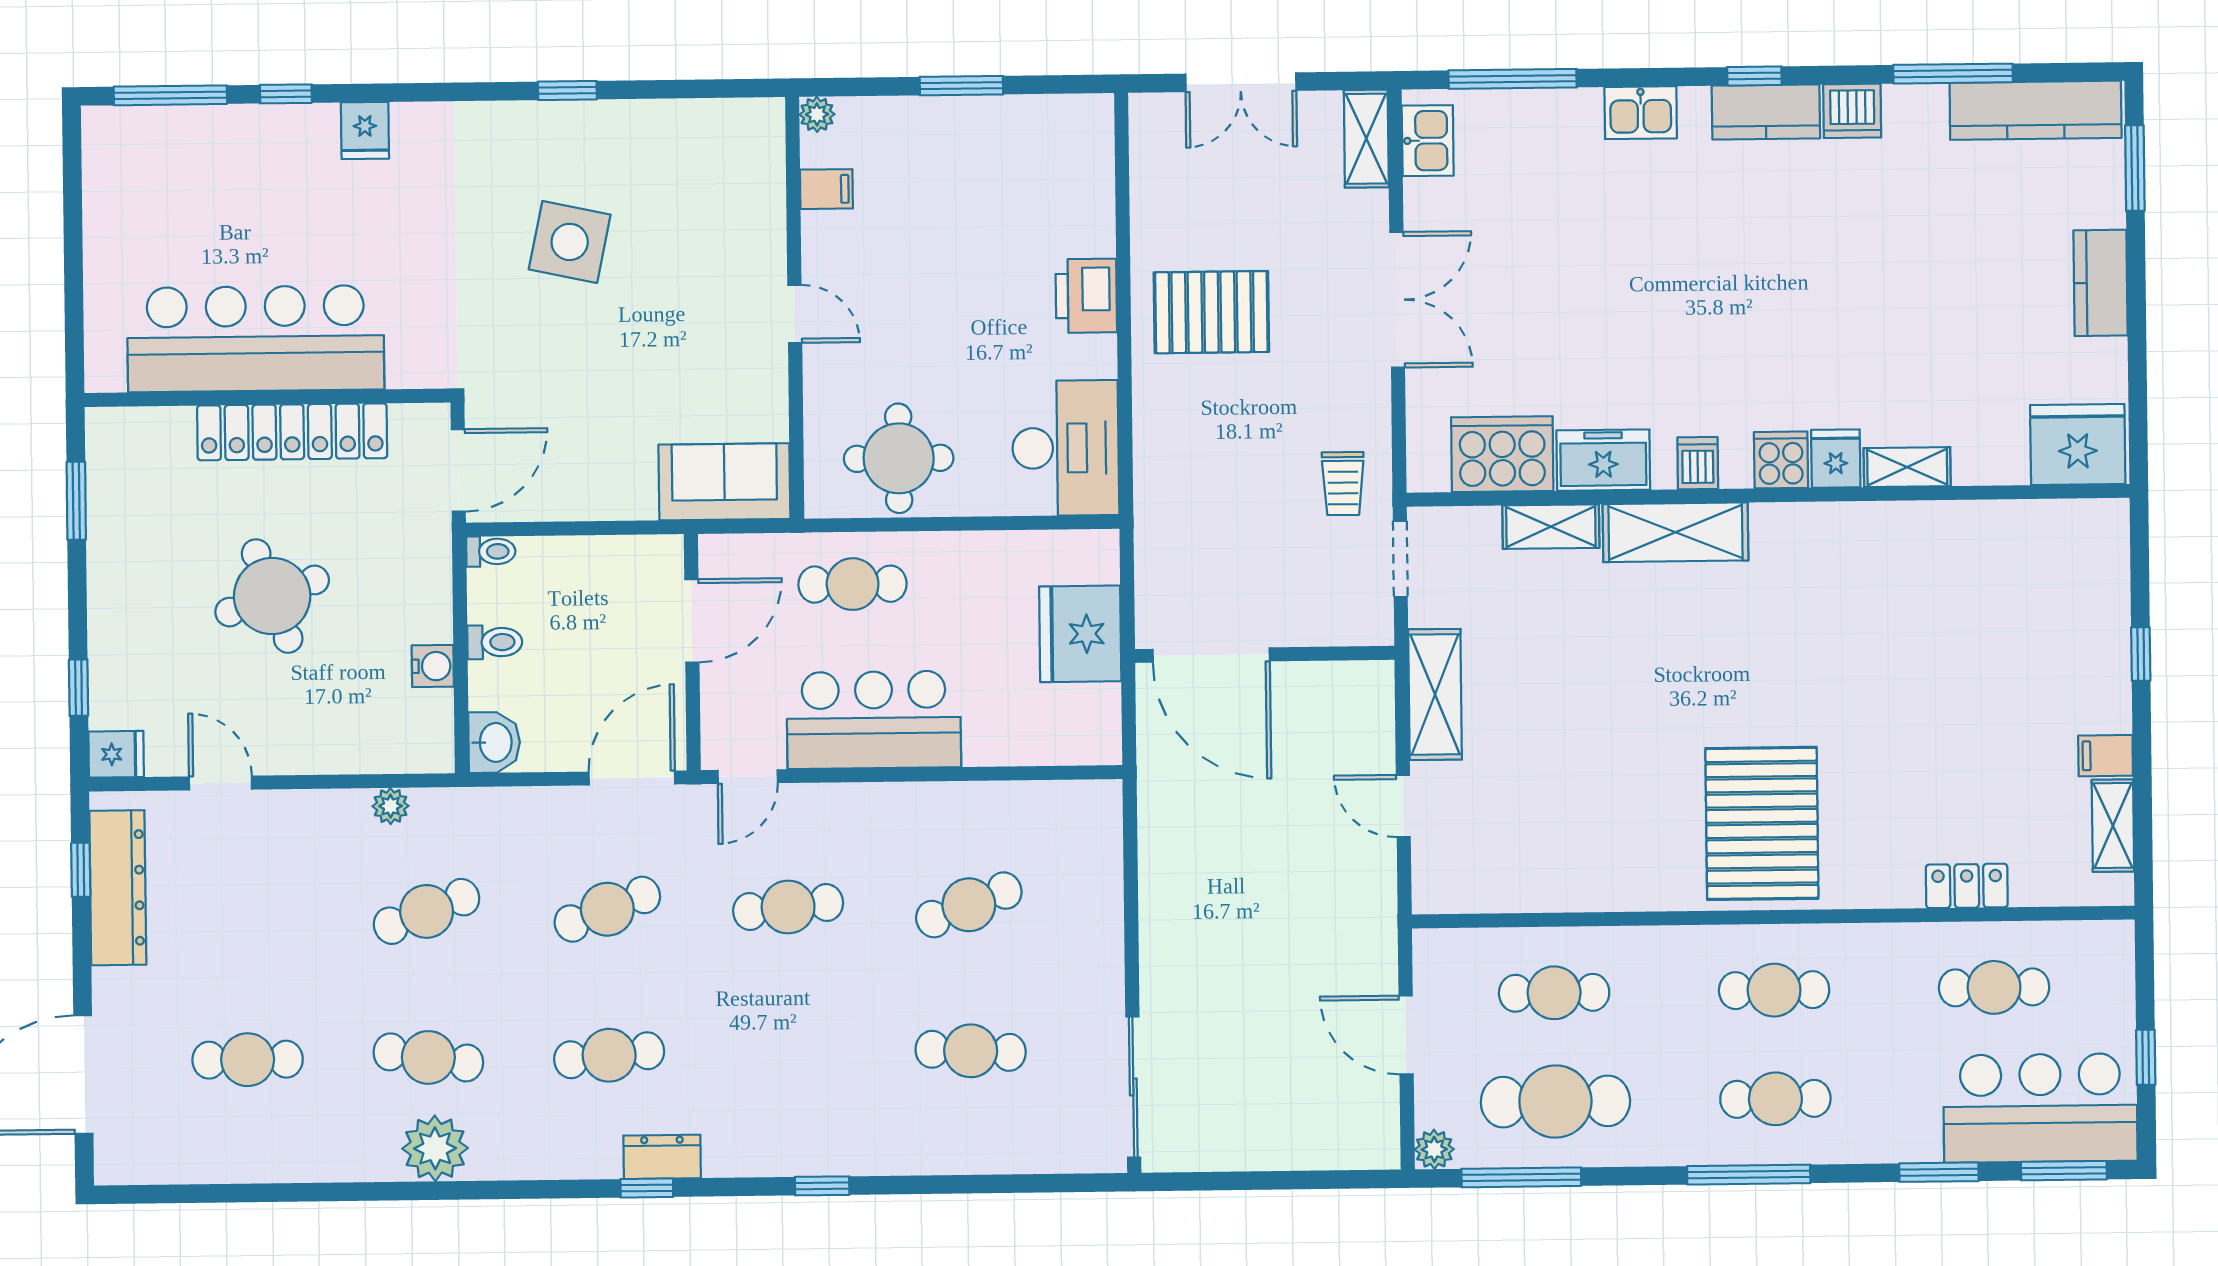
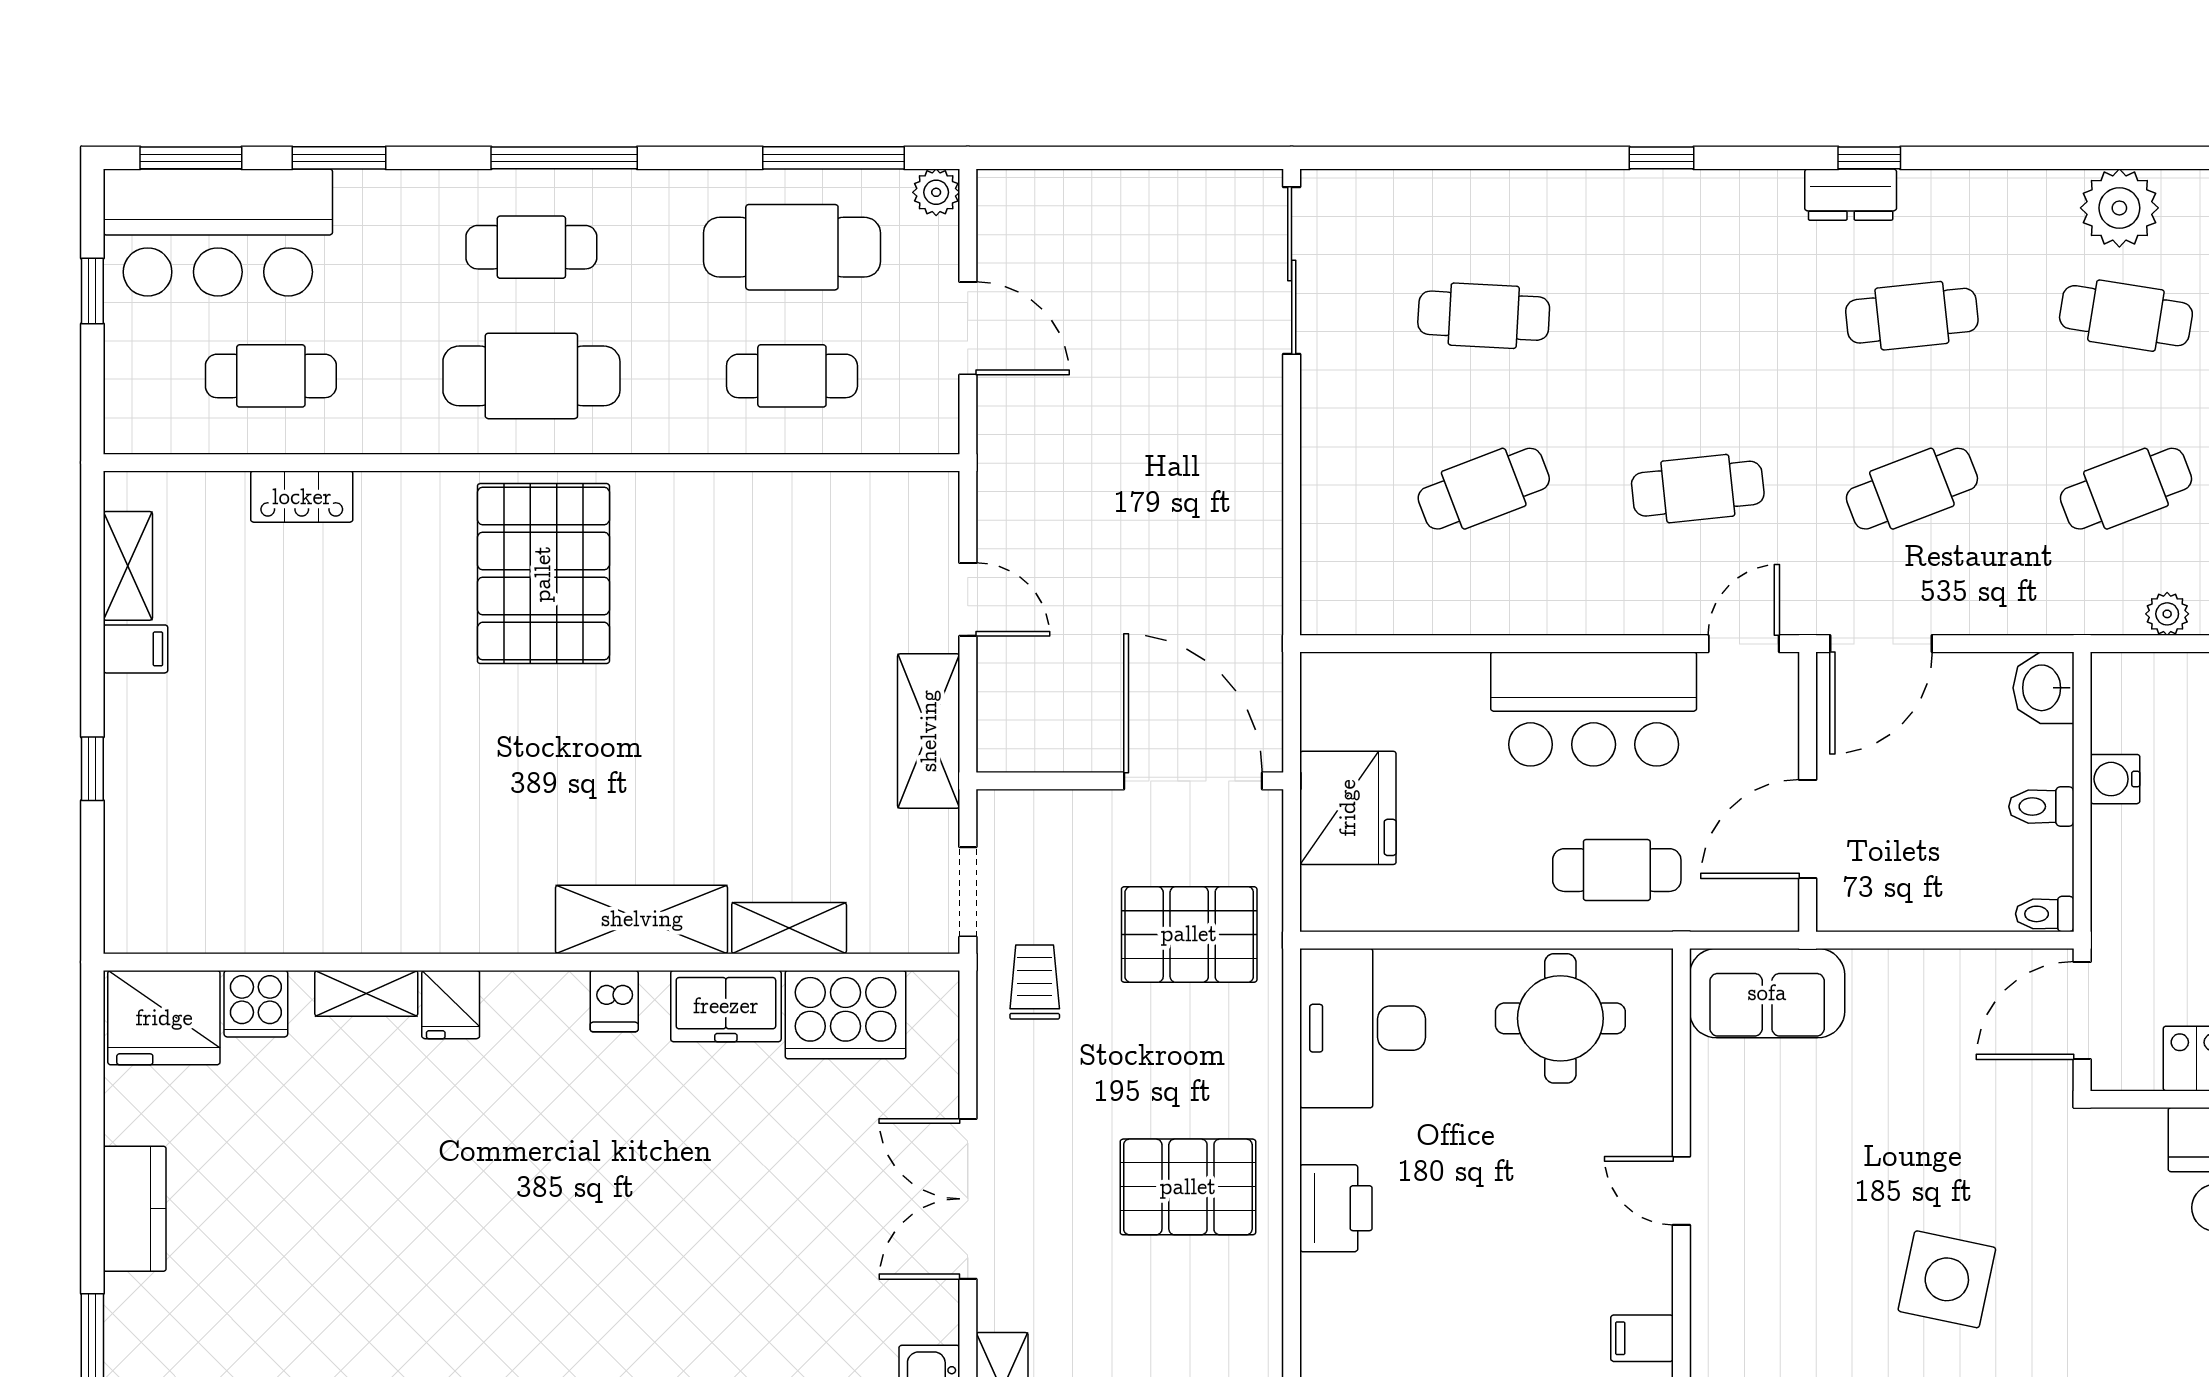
cooker: (1781, 460) -> (256, 1004), moved
pallet: (1213, 525) -> (1189, 934), added
cafe table: (1774, 990) -> (531, 376), width x1.37, depth x1.35

